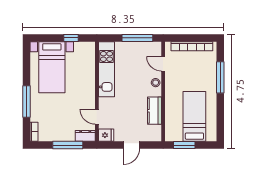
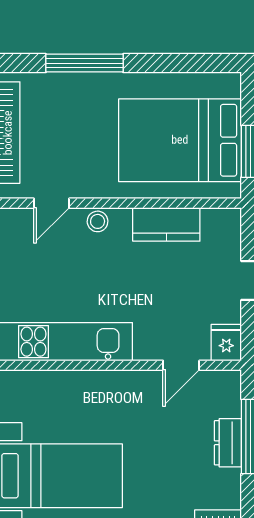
bed: (194, 116) -> (180, 140), width x1.50
dresser: (85, 136) -> (228, 443), moved

